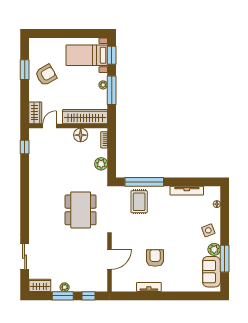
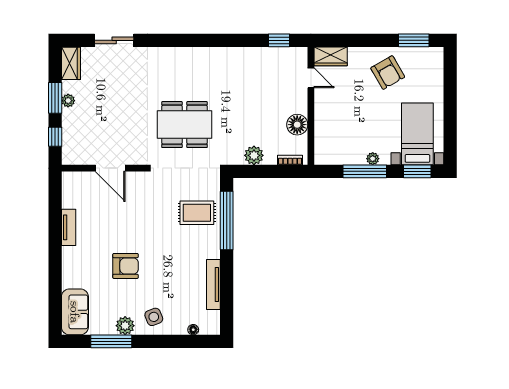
window: (25, 70) -> (414, 40), moved
wardrobe: (85, 117) -> (325, 131), removed
armchair: (155, 258) -> (126, 266), moved
sofa: (211, 272) -> (75, 312), moved, turned 90

